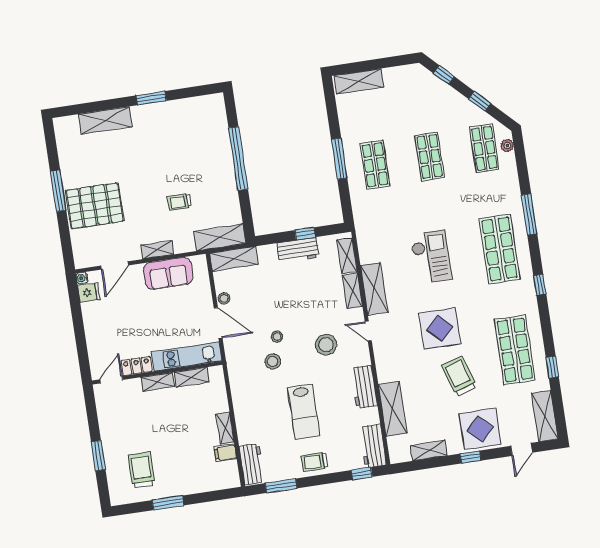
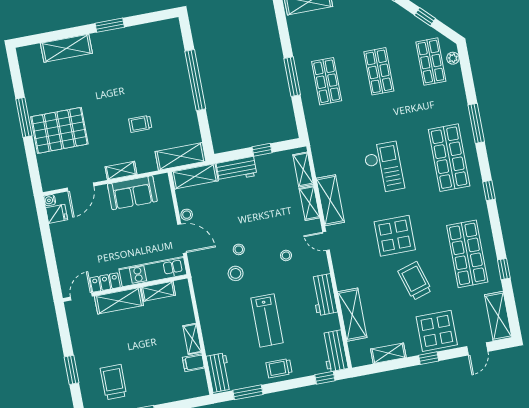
workbench: (298, 250) -> (237, 169), moved
stool: (326, 345) -> (286, 255), width x0.53, depth x0.53
shelving: (158, 382) -> (119, 301), width x1.50, depth x1.33

